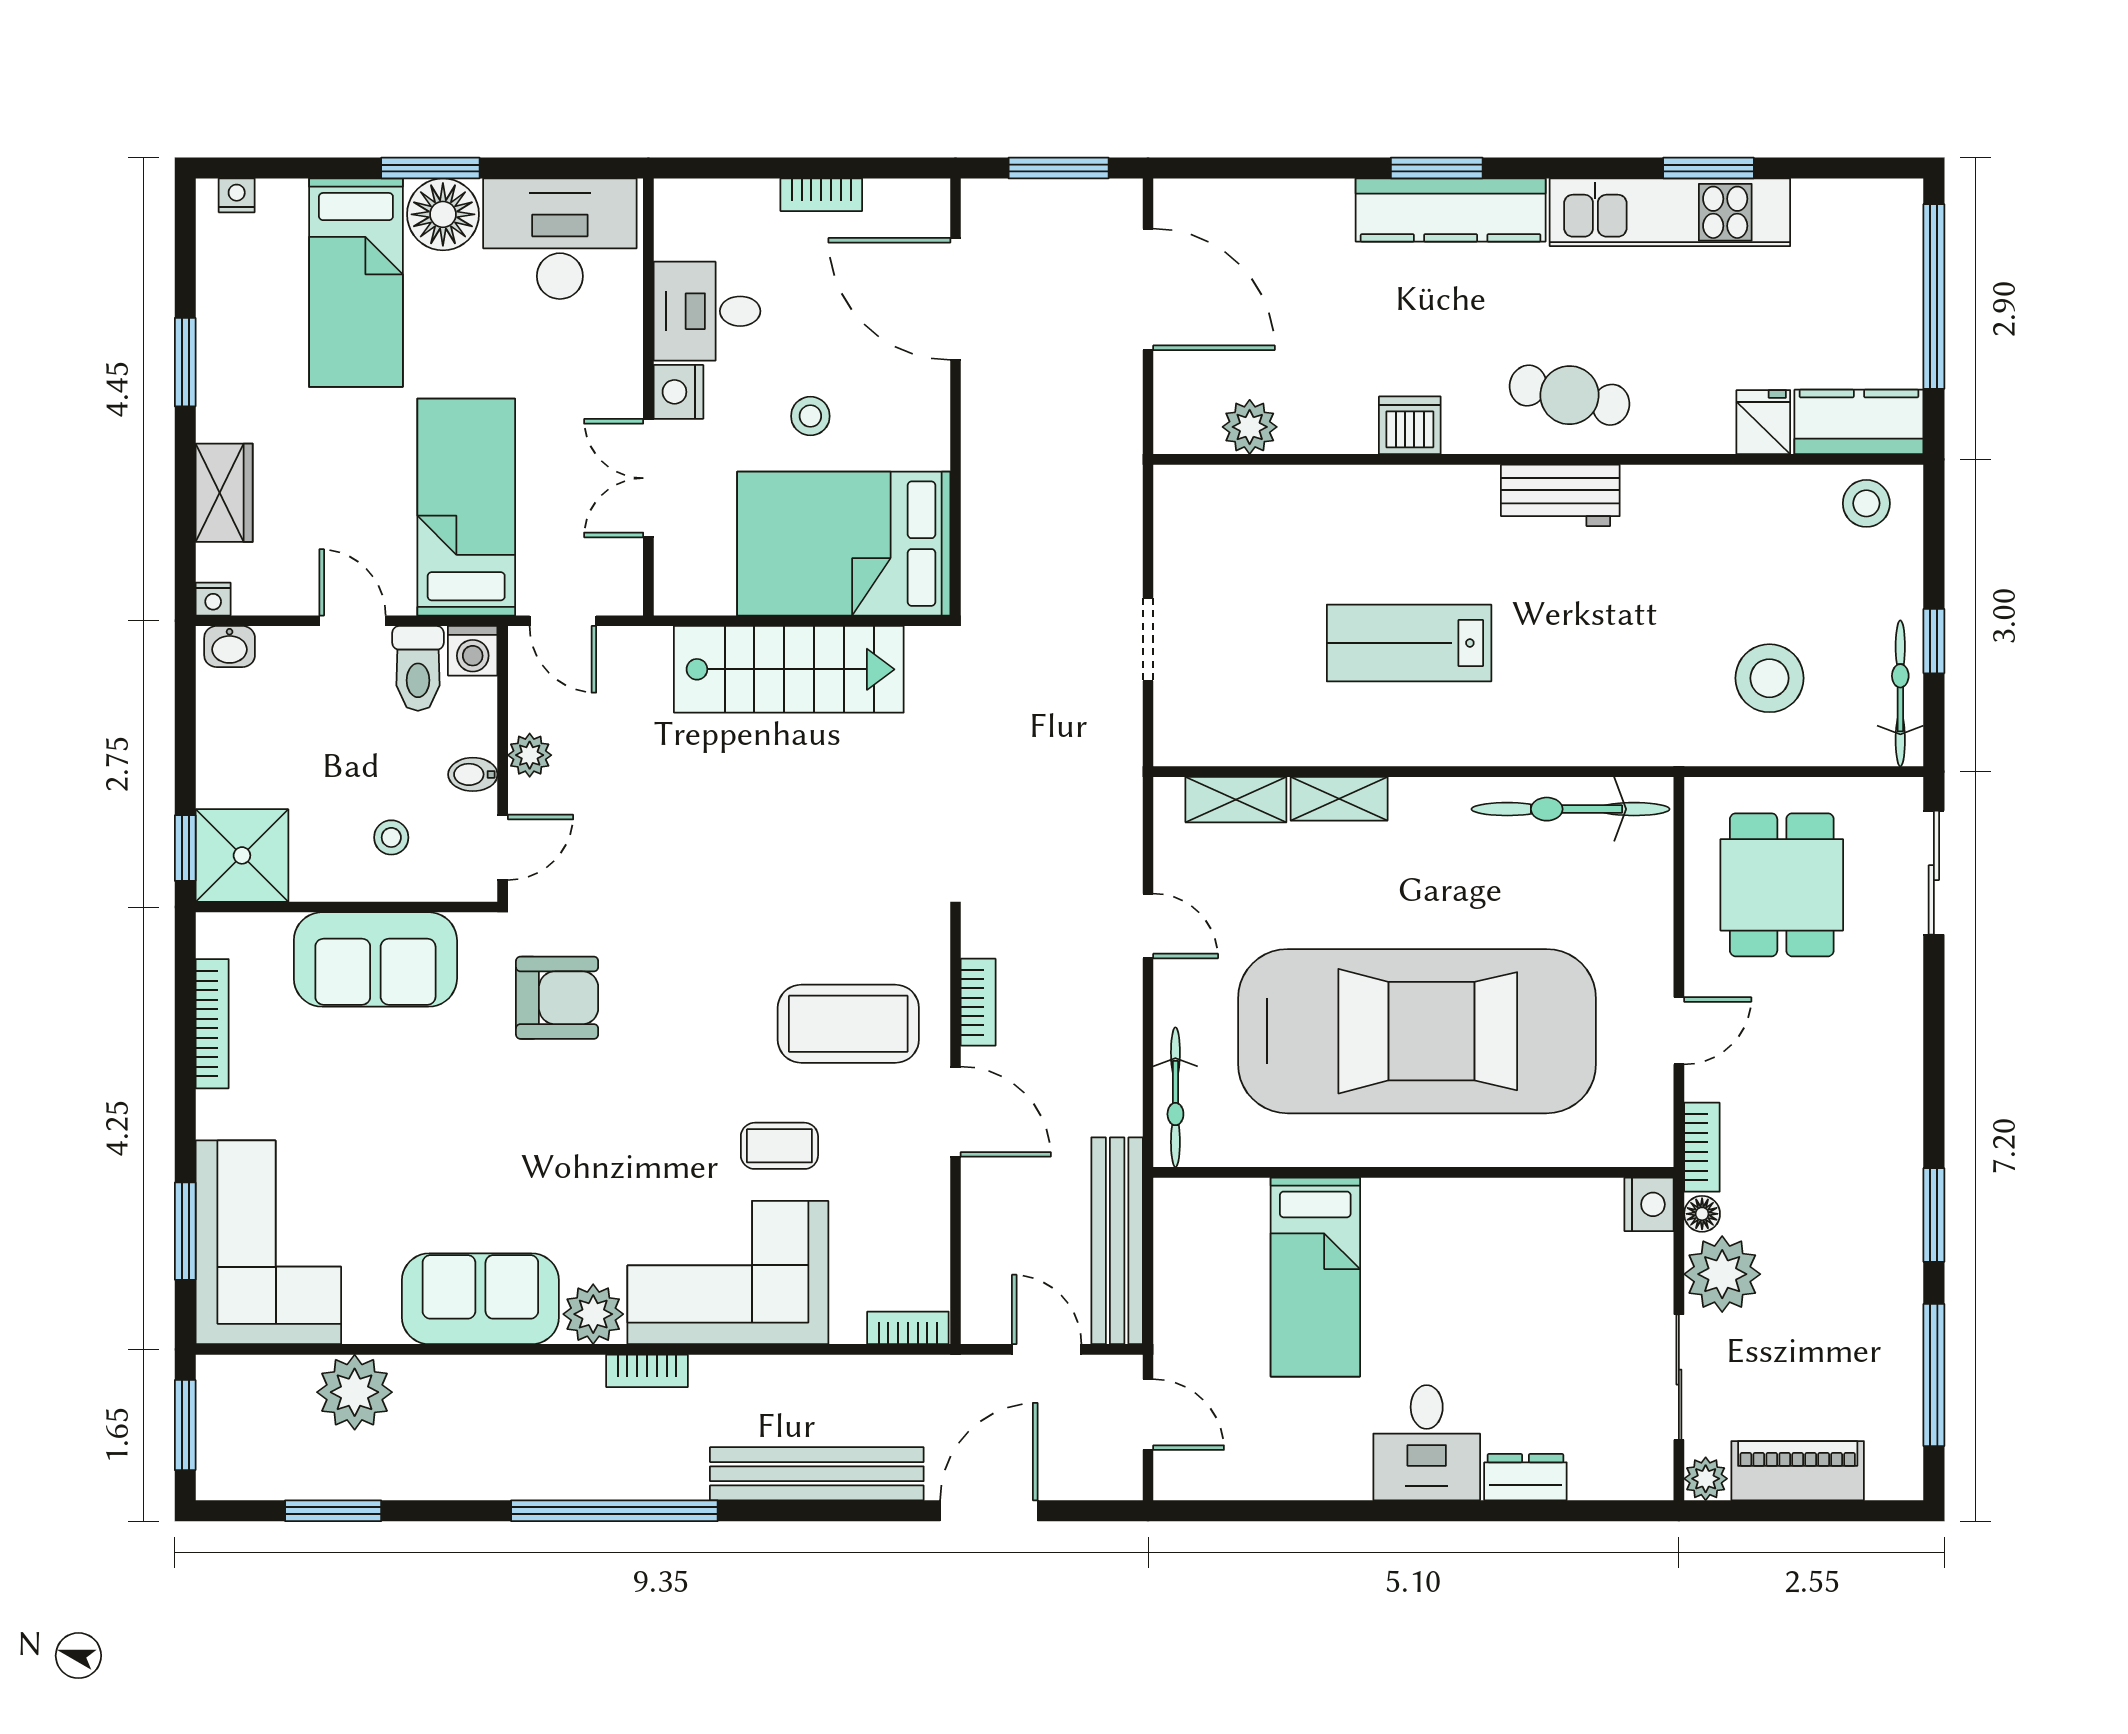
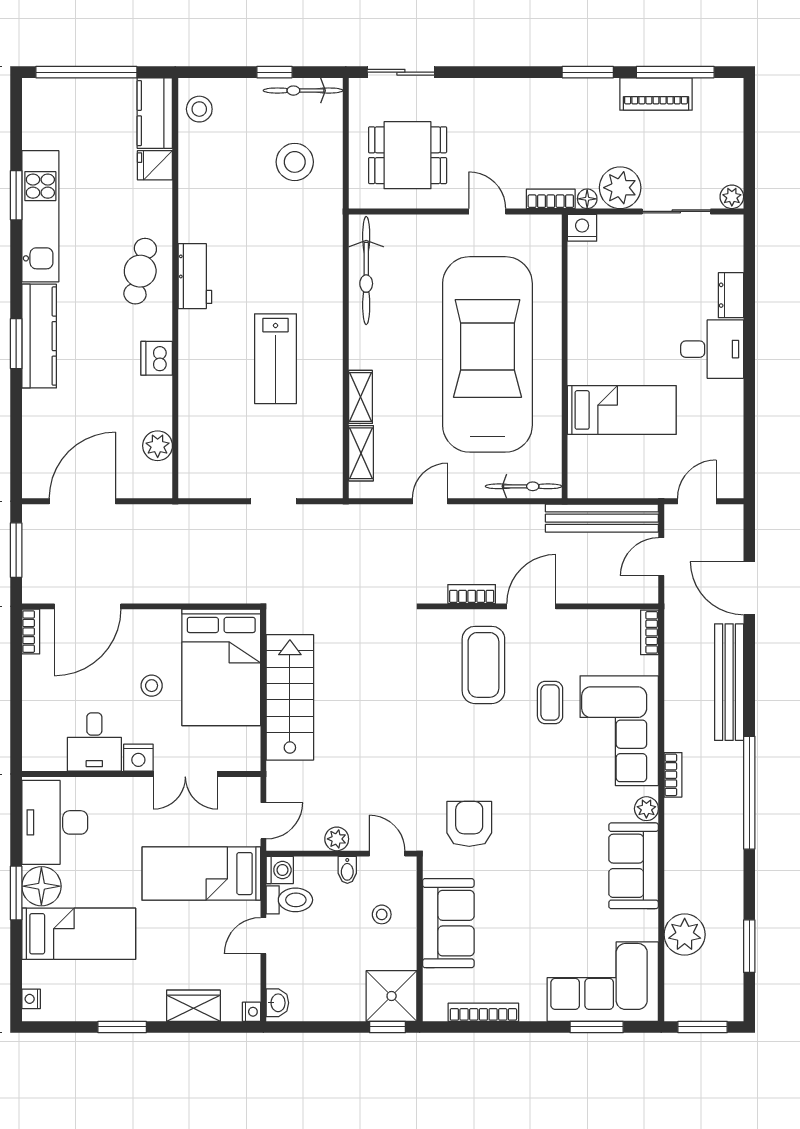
bookcase: (821, 195) -> (31, 632), moved
plant: (593, 1314) -> (646, 809), width x0.73, depth x0.73
piano: (1798, 1471) -> (656, 94), moved, turned -90

